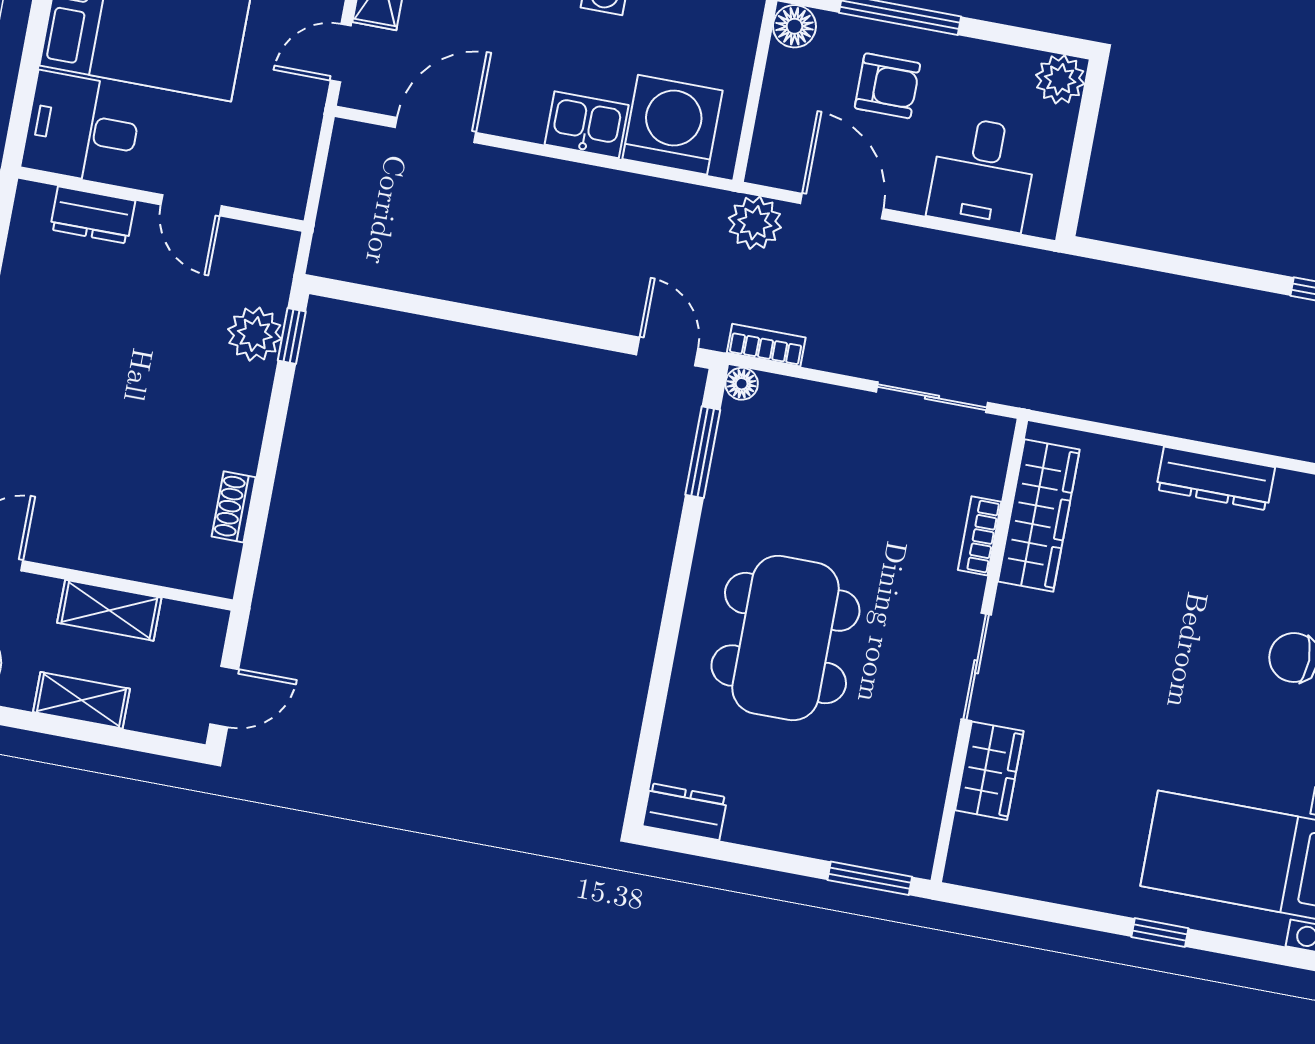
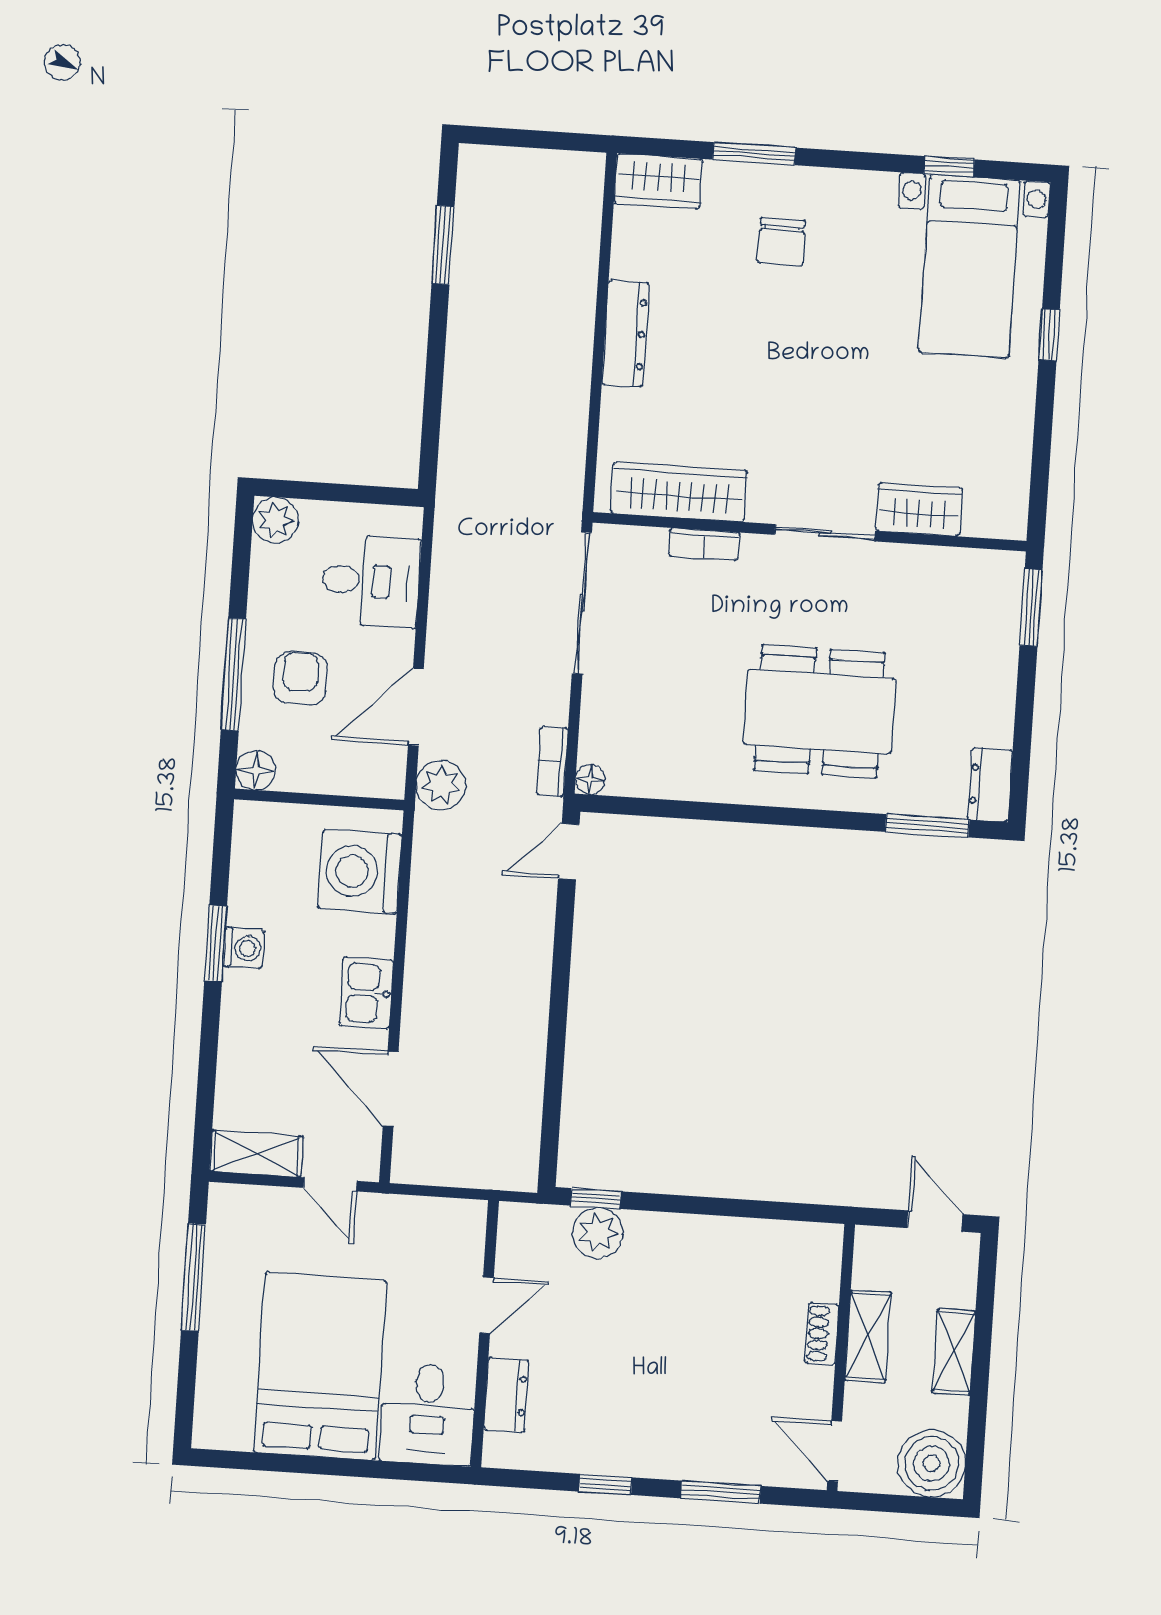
kitchen sink: (587, 125) -> (366, 993), moved
sliding door: (932, 397) -> (582, 603), width x1.37
window: (703, 452) -> (927, 826), moved
shoe rack: (234, 507) -> (822, 1334), moved, turned 90

